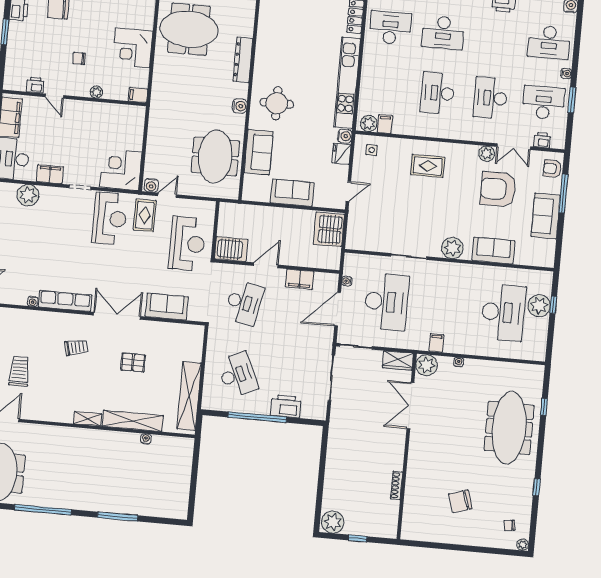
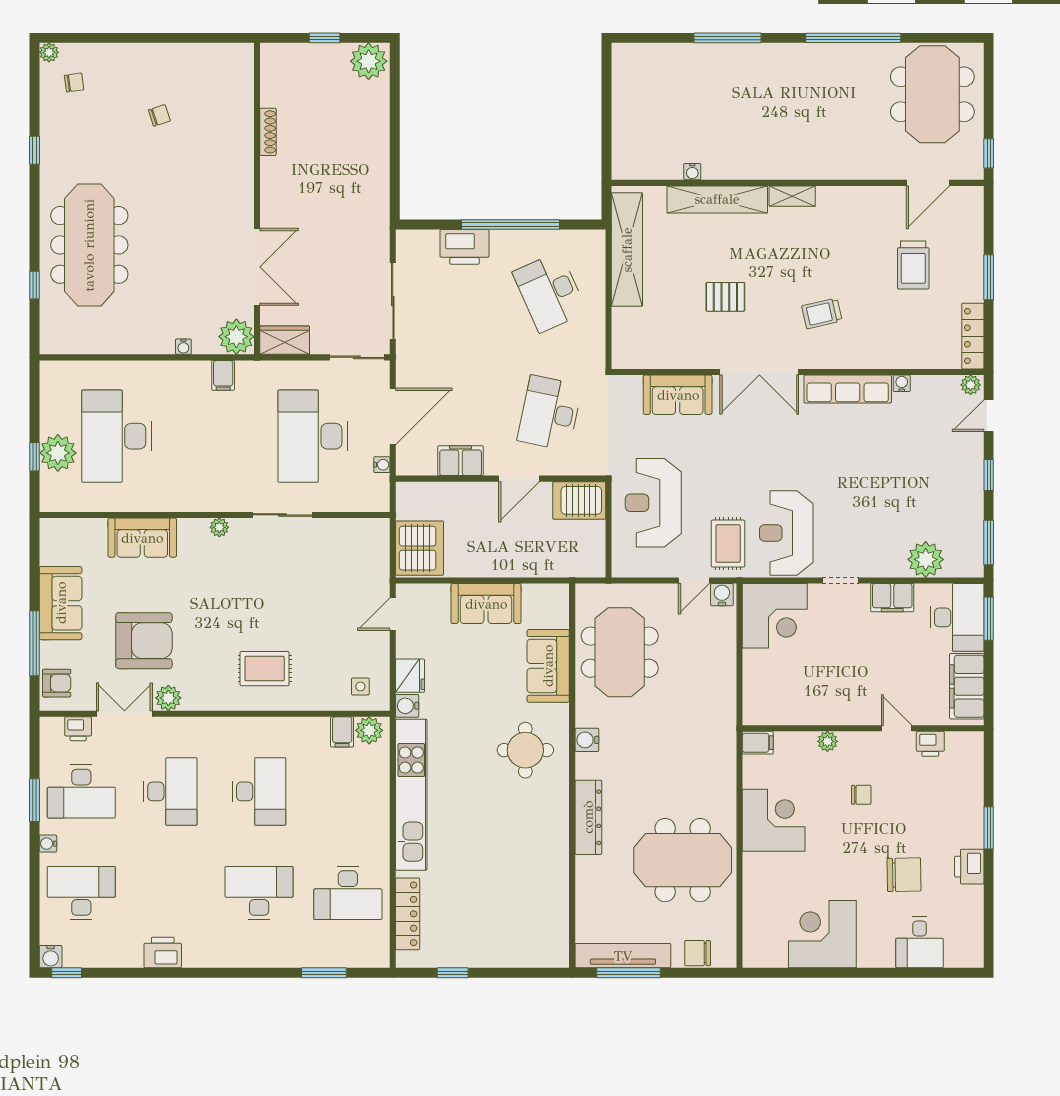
plant: (452, 248) -> (219, 527), width x0.53, depth x0.53
chair: (460, 501) -> (159, 115), width x0.54, depth x0.54

